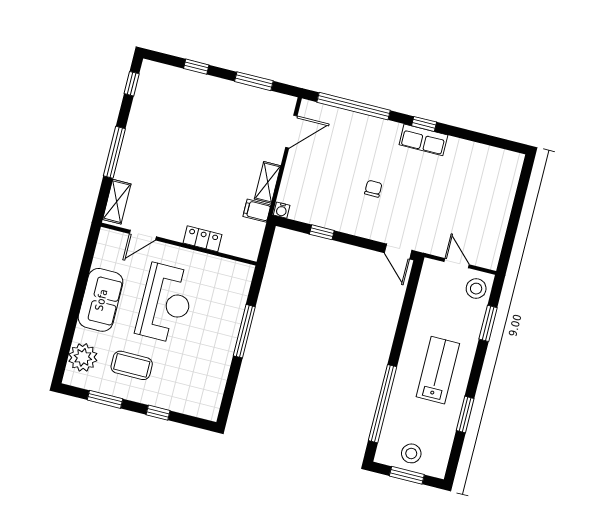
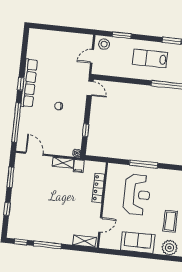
row of seats: (423, 140) -> (29, 83), width x2.02
window: (114, 152) -> (47, 245), moved
door: (143, 235) -> (100, 225), hinge flipped
locker: (203, 239) -> (98, 188), width x1.53
door: (398, 251) -> (90, 88), hinge flipped
reception desk: (166, 303) -> (137, 195), moved, turned 90

